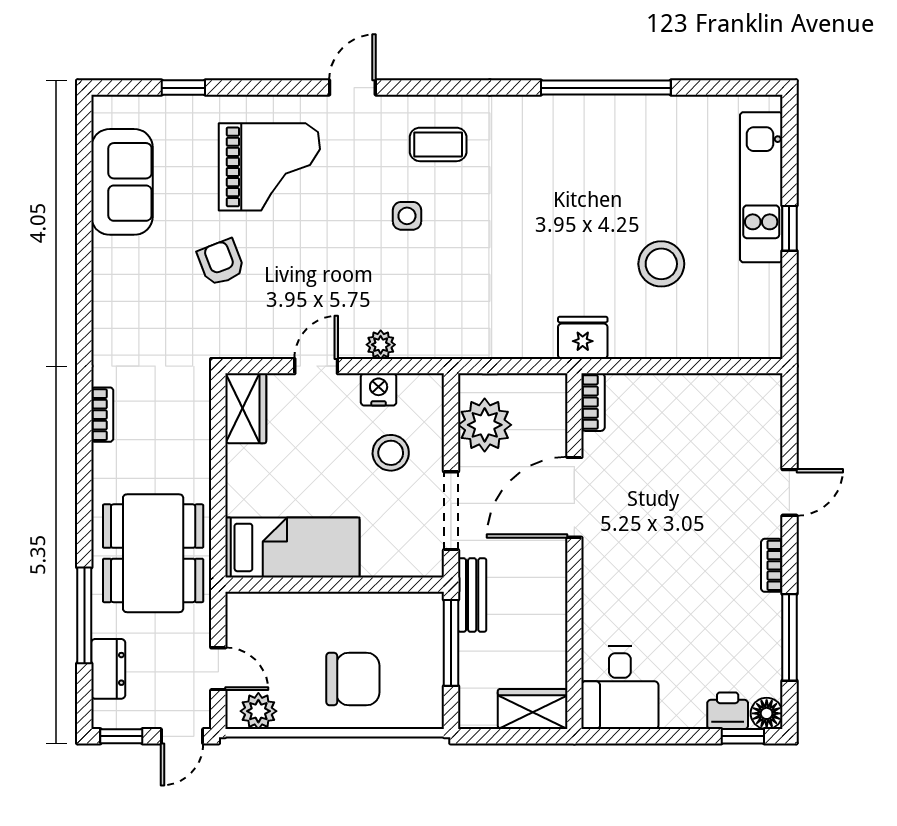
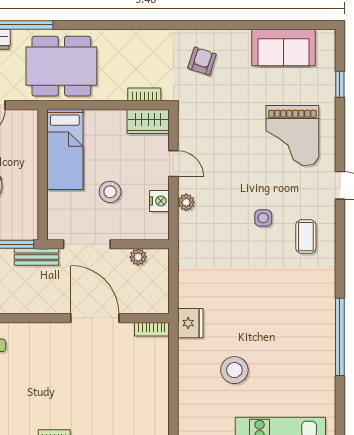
armchair: (221, 262) -> (202, 61), moved, turned -51
bookcase: (102, 415) -> (144, 94), moved, turned 180
plant: (485, 425) -> (138, 257), width x0.53, depth x0.53
stool: (391, 453) -> (110, 192), moved

